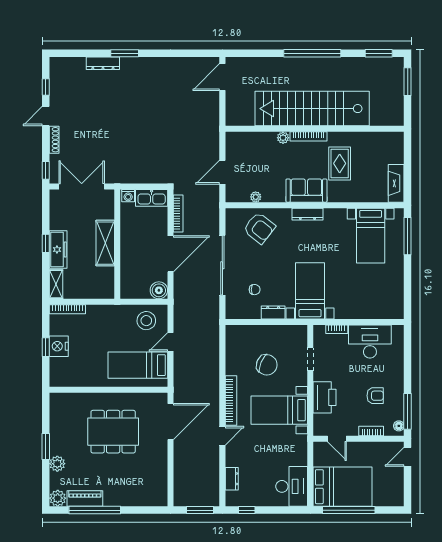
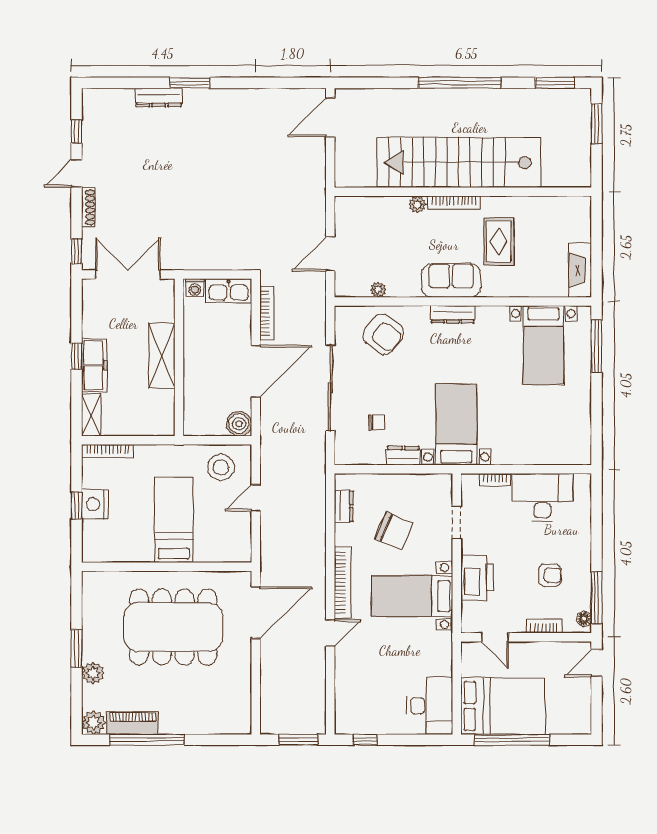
bed: (138, 365) -> (174, 520), moved, turned 90
dining table: (113, 432) -> (173, 627), width x1.36, depth x1.24
dresser: (232, 479) -> (344, 506), moved

